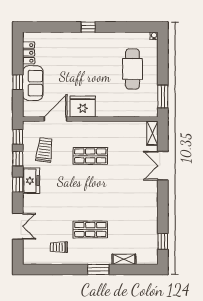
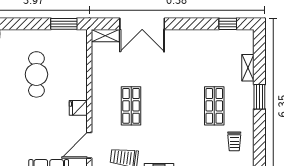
cafe table: (133, 69) -> (36, 74), moved, turned 90
fridge: (83, 107) -> (78, 108), width x0.53, depth x0.75
door: (56, 119) -> (89, 145), hinge flipped
double door: (163, 166) -> (142, 24), width x1.37

